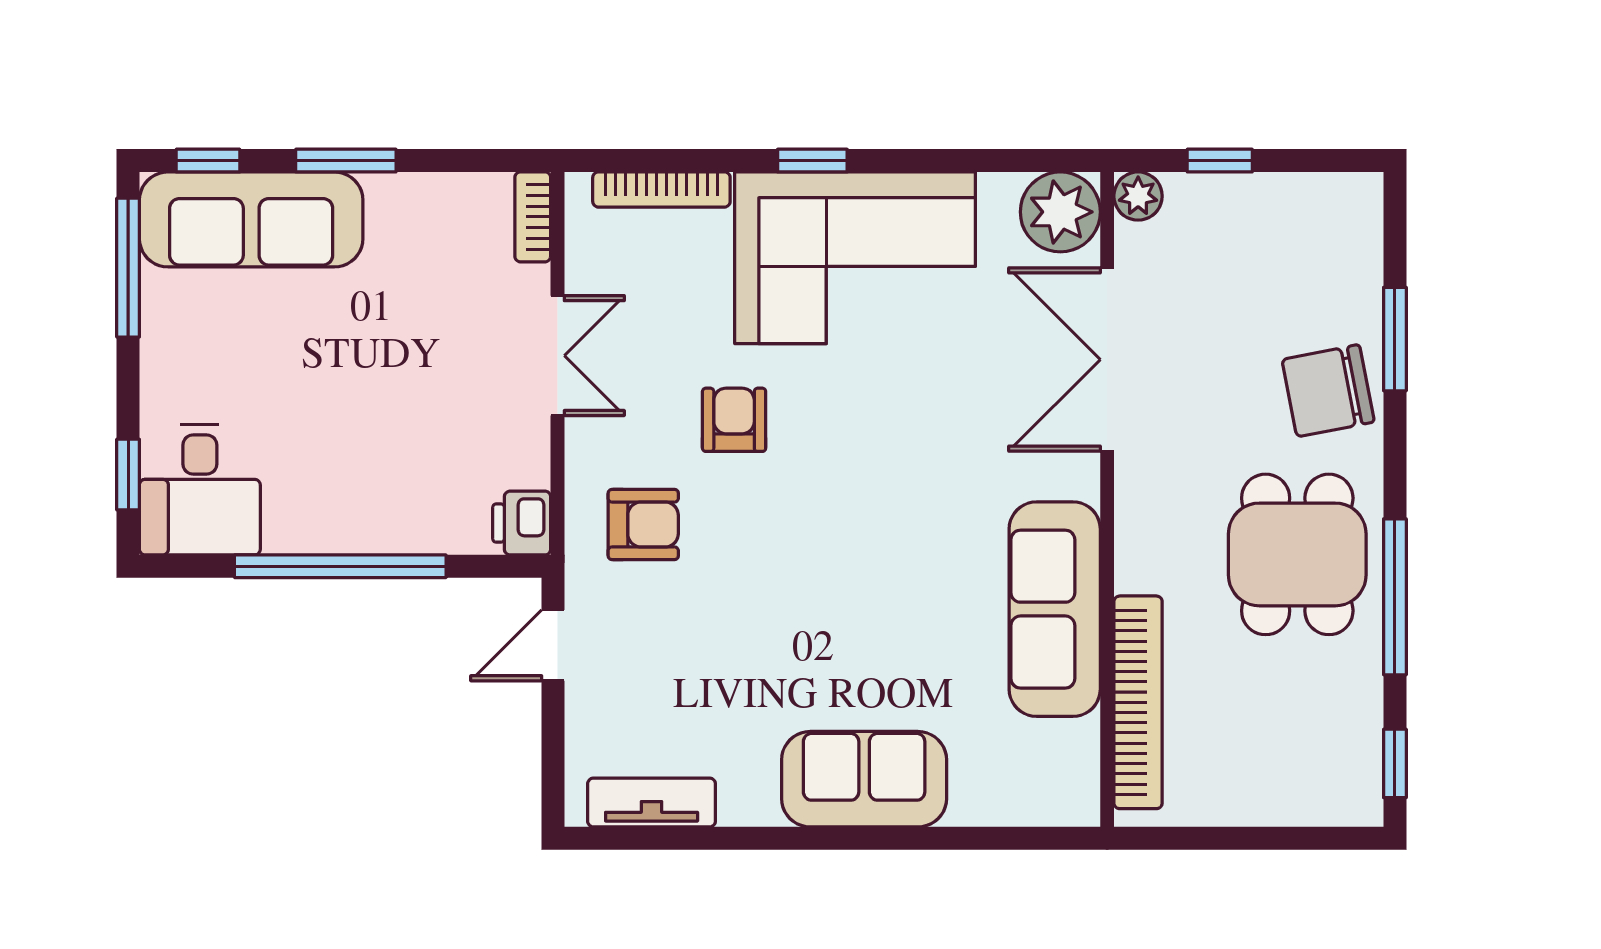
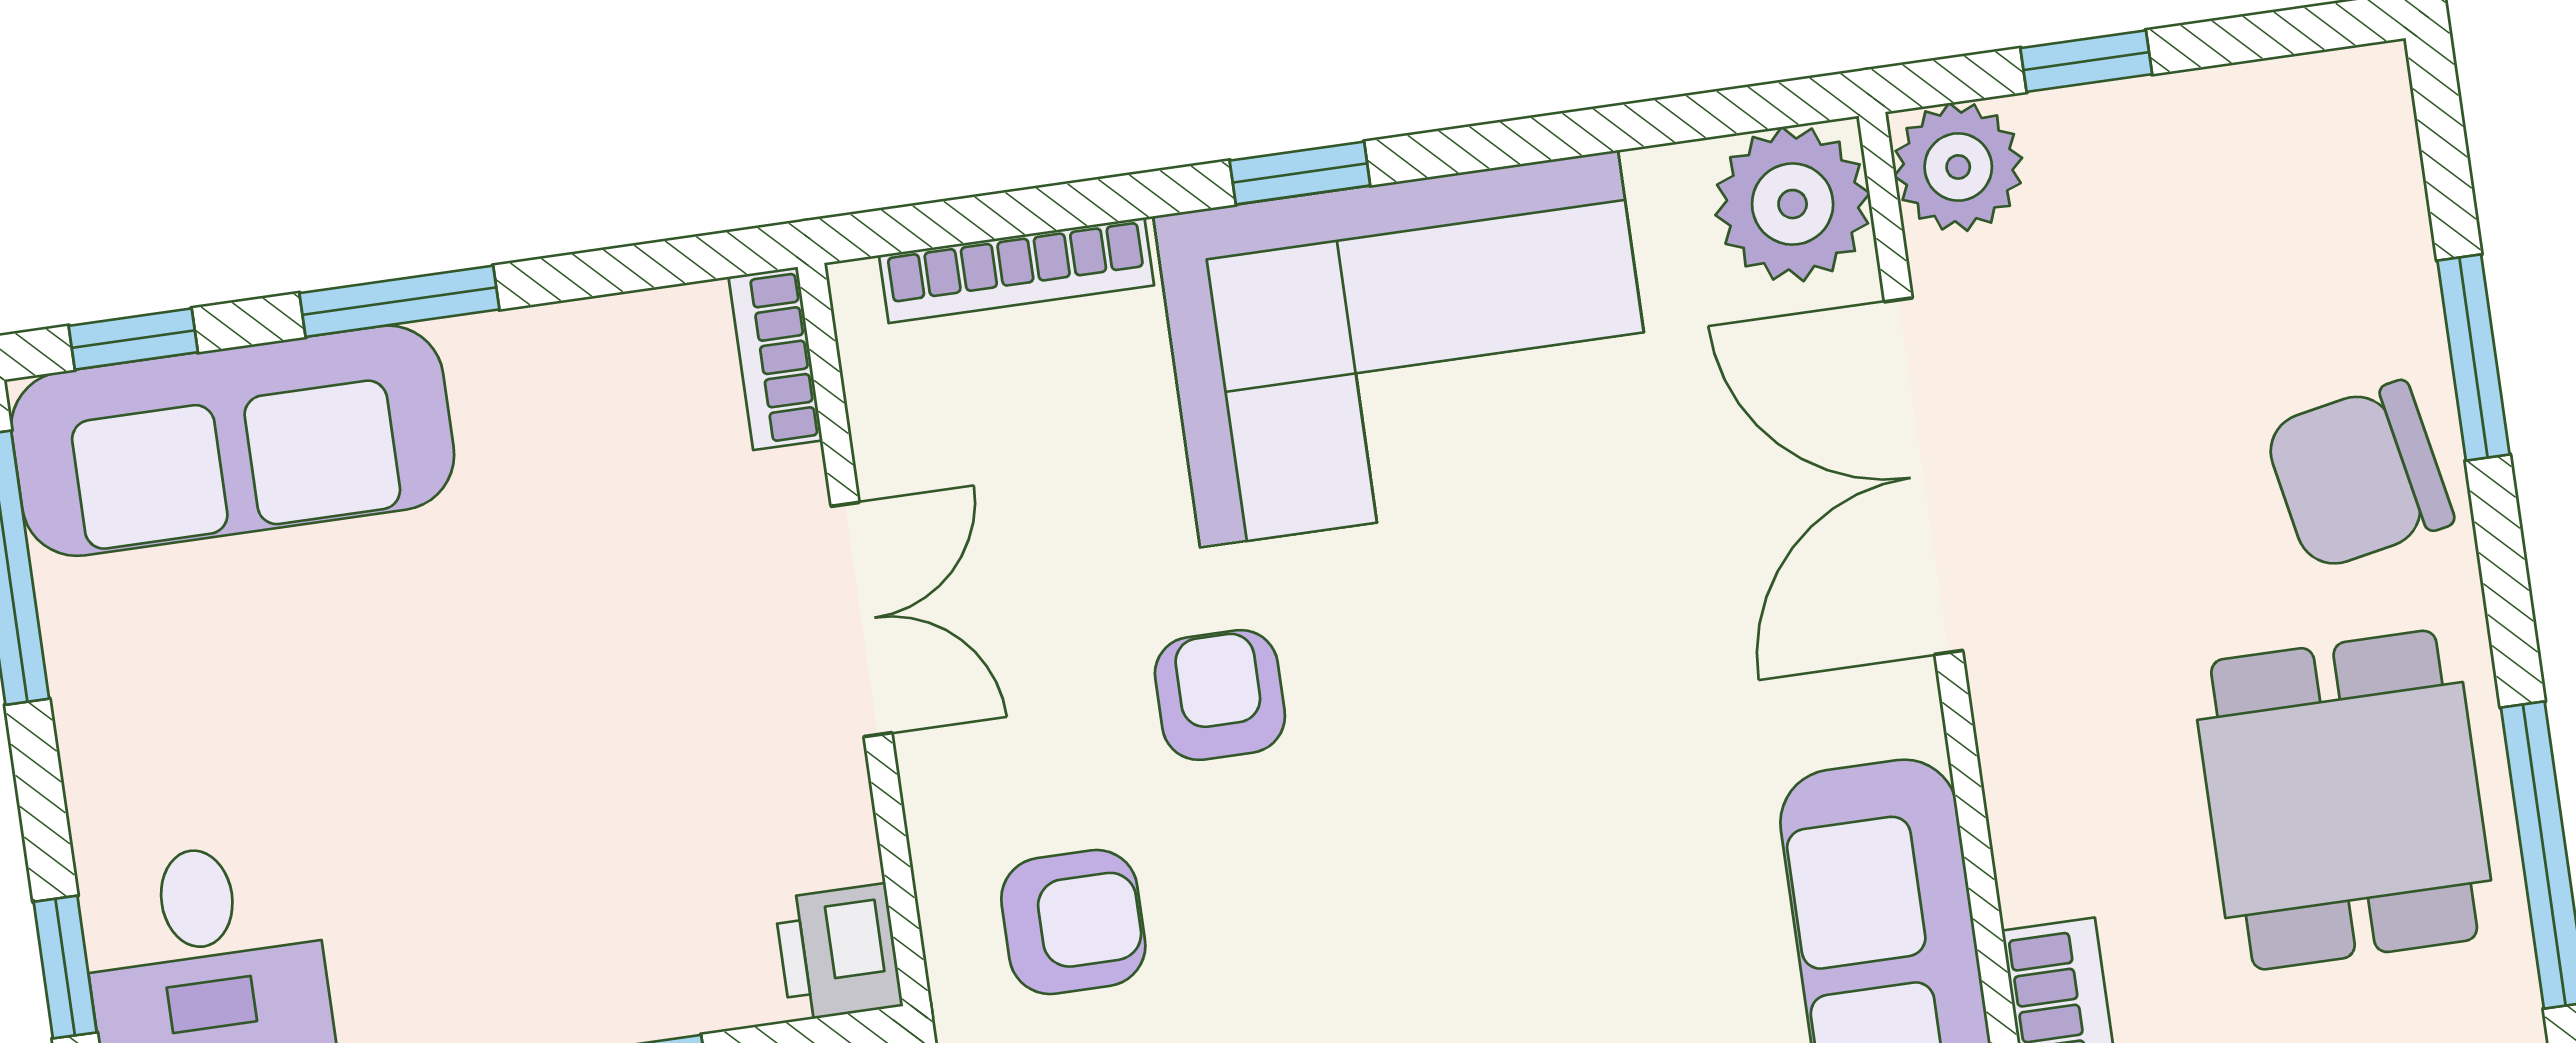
plant: (1138, 196) -> (1958, 167), width x1.38, depth x1.38

